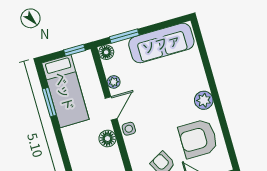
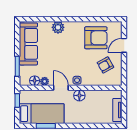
floor lamp: (106, 52) -> (35, 81), moved
plant: (204, 100) -> (58, 27), moved
armchair: (198, 139) -> (96, 38), turned -90

